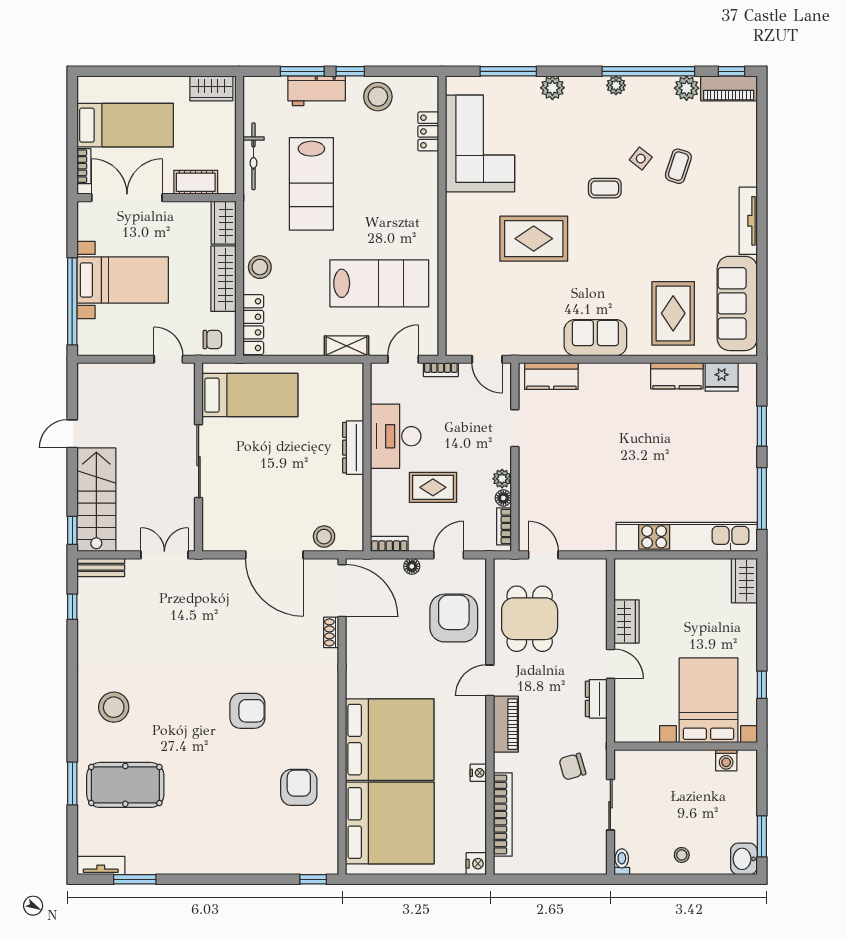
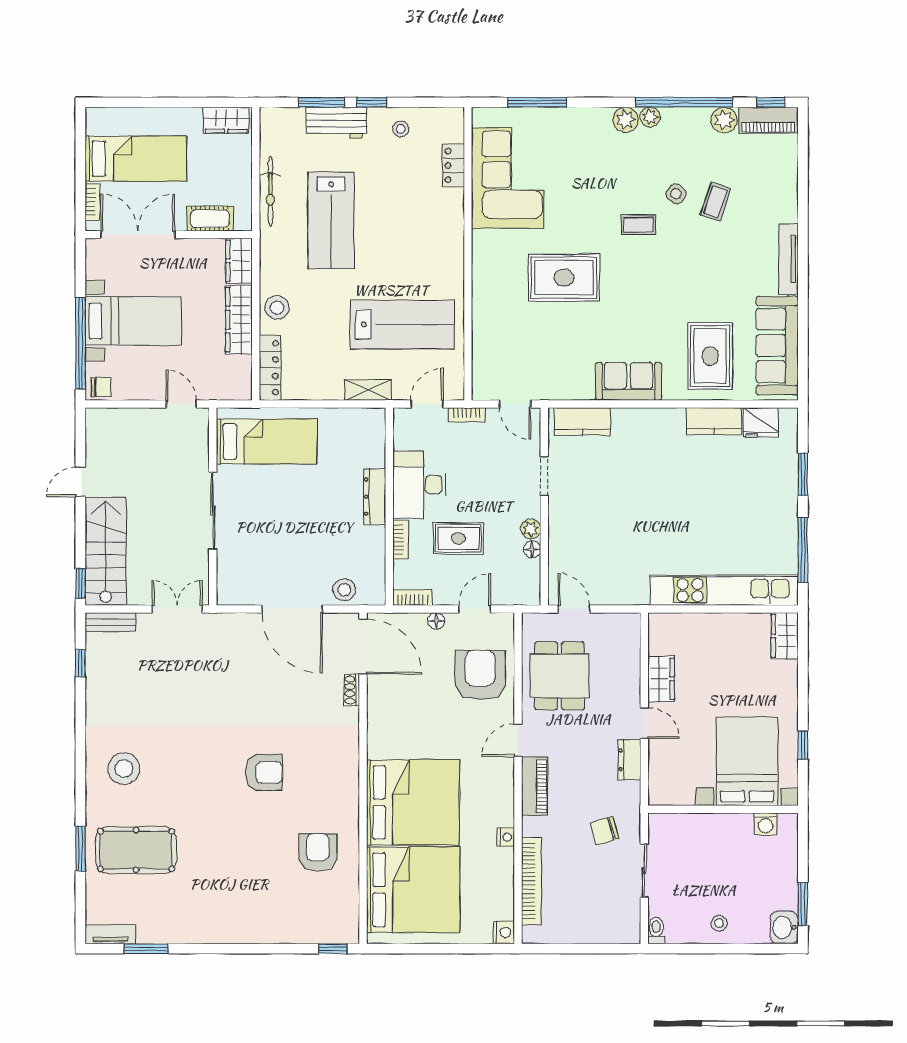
plant: (552, 88) -> (626, 120), moved
stool: (378, 97) -> (401, 129), width x0.53, depth x0.53
chair: (212, 340) -> (101, 387), moved
bookcase: (504, 526) -> (401, 540), moved, turned 180

